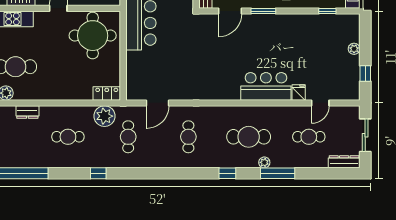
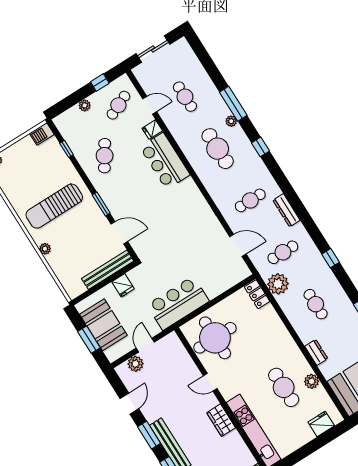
cafe table: (302, 39) -> (105, 156), added
cafe table: (337, 77) -> (118, 105), added
dresser: (344, 162) -> (286, 210), moved

